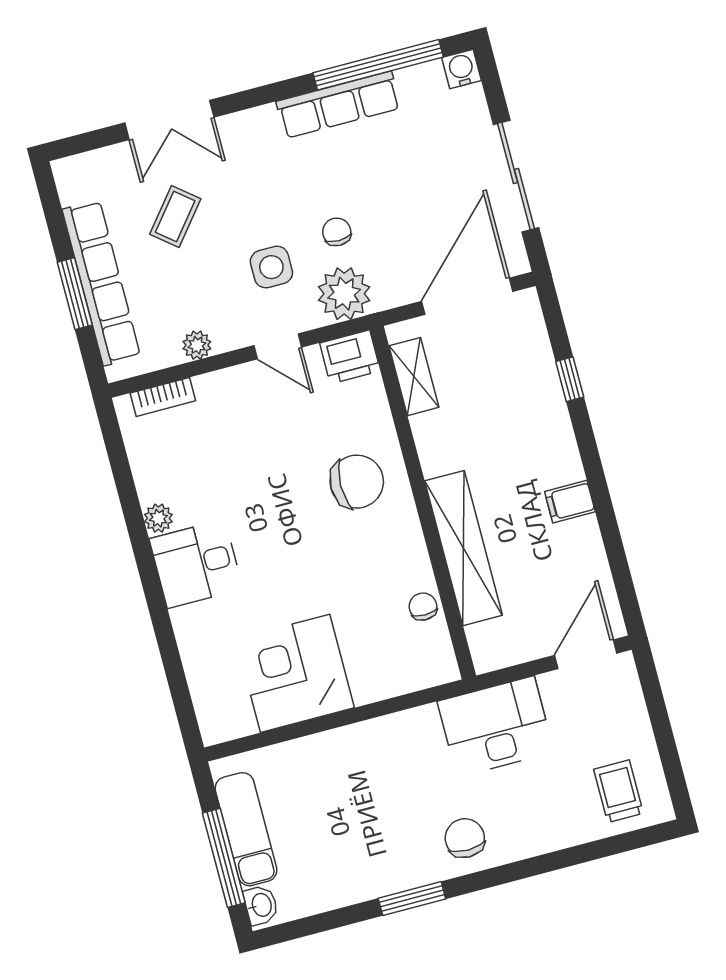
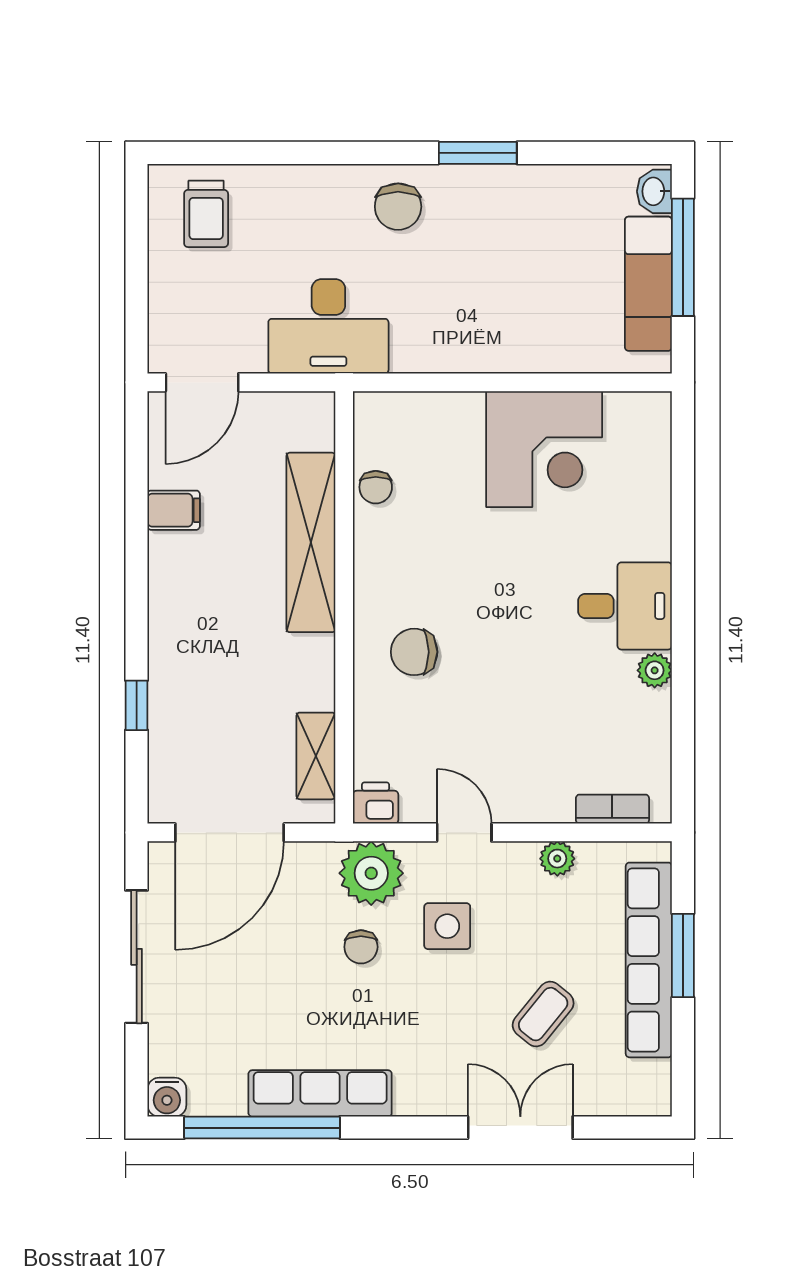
printer: (350, 357) -> (376, 803), width x0.73, depth x0.81
chair: (357, 482) -> (414, 652), width x0.73, depth x0.73
filing cabinet: (570, 502) -> (174, 510), moved

